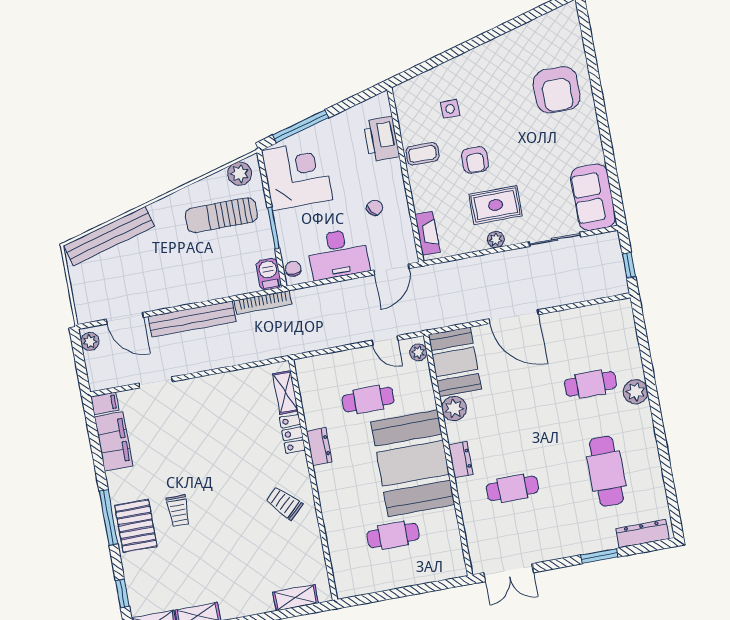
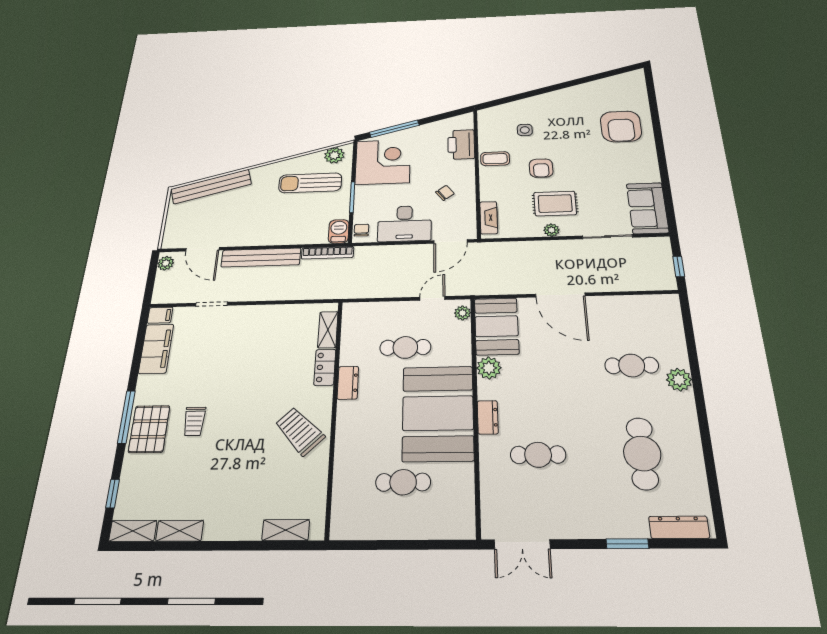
door: (385, 340) -> (432, 298), swing flipped
trolley: (284, 503) -> (300, 431), width x1.36, depth x1.39

